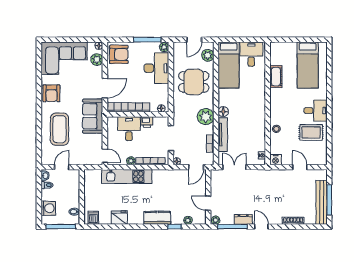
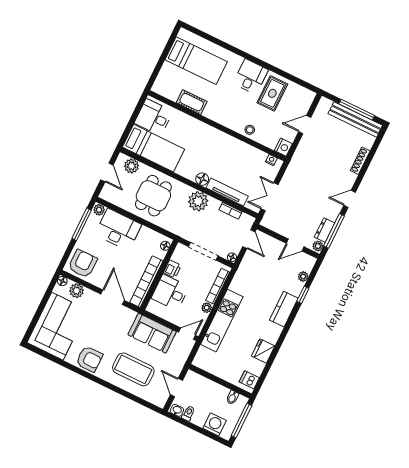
sofa: (93, 116) -> (152, 333), moved
dresser: (243, 219) -> (325, 230), moved

